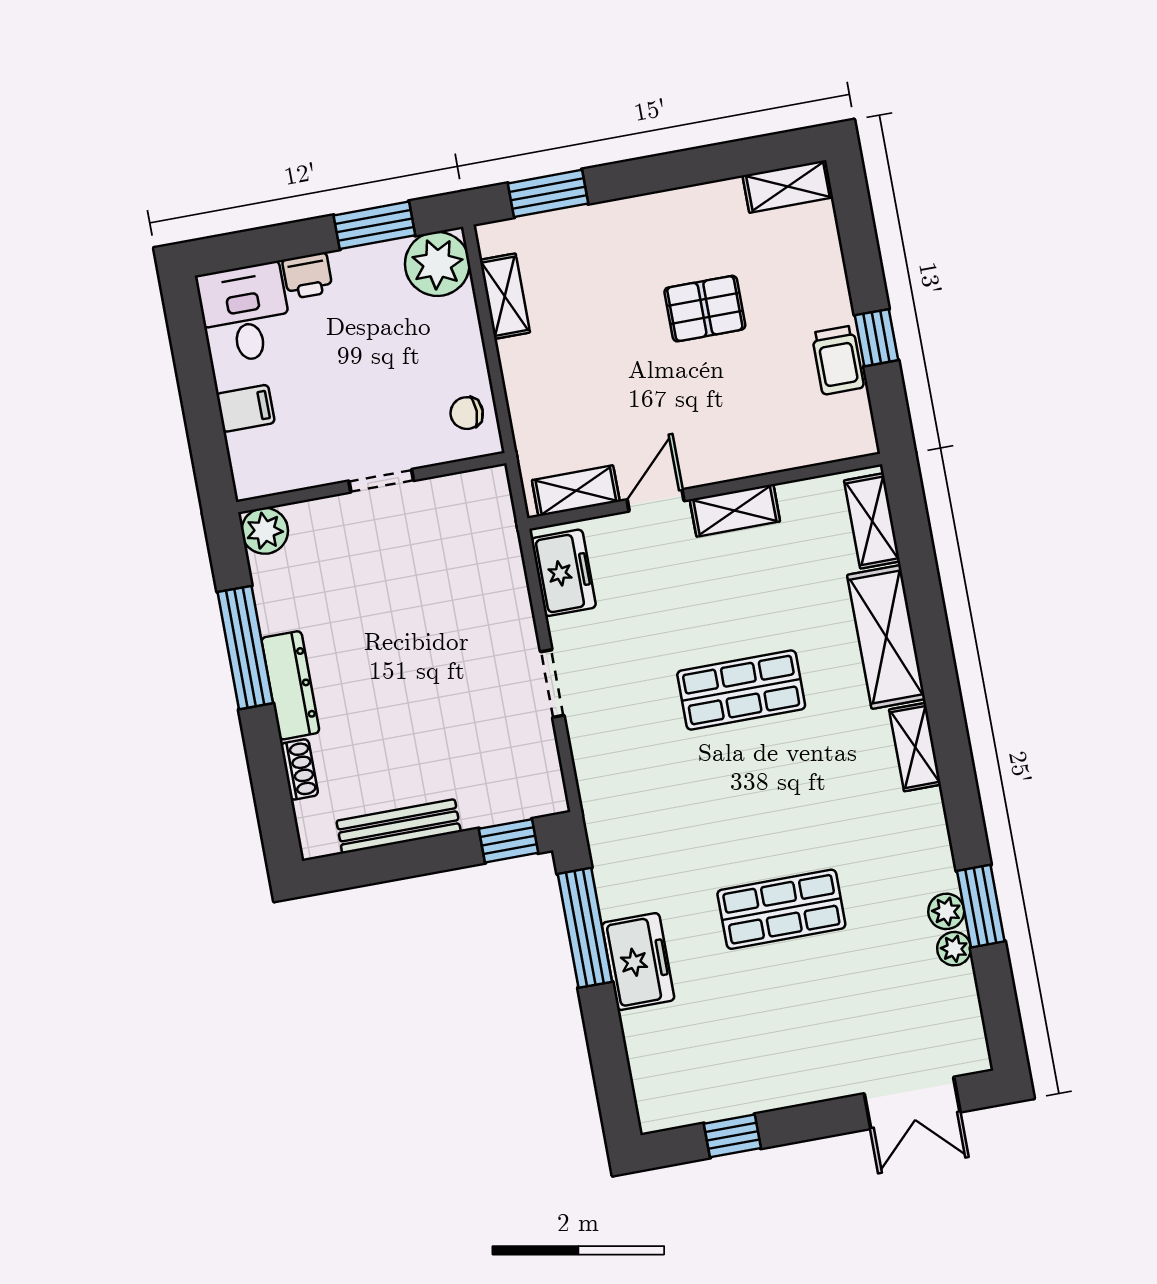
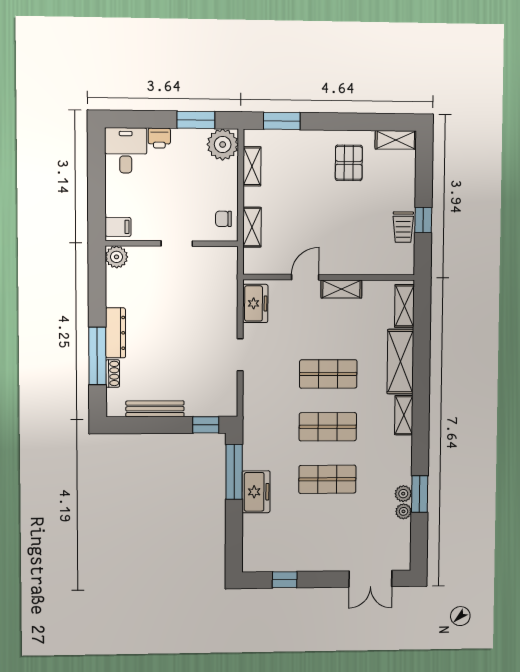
pallet: (705, 309) -> (349, 163), moved, turned 90
filing cabinet: (246, 408) -> (118, 227), moved
shelving: (576, 491) -> (252, 227), moved, turned 90
window: (245, 648) -> (97, 356), moved
shop shelf: (761, 800) -> (328, 427), added

